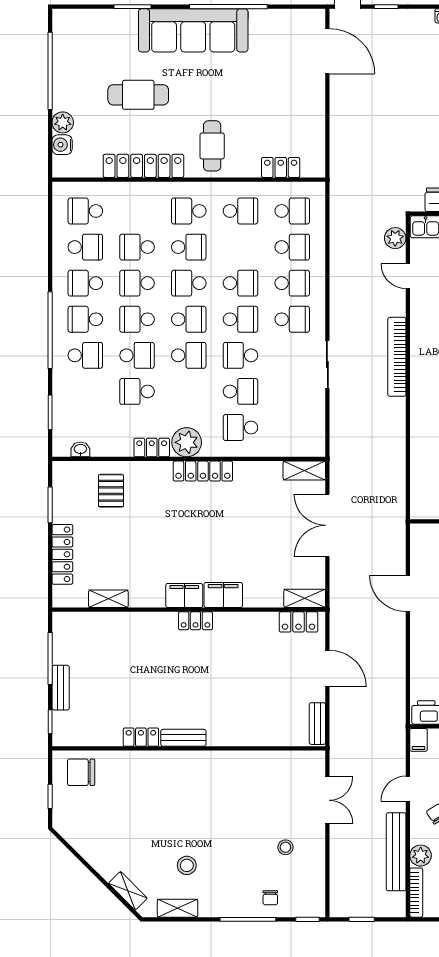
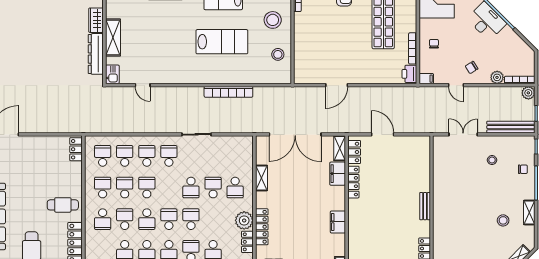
locker: (281, 167) -> (76, 149), moved
plant: (395, 238) -> (528, 93), moved
door: (408, 276) -> (143, 85), hinge flipped
school desk: (240, 319) -> (125, 188), moved
bookcase: (397, 357) -> (228, 92), moved
shelving: (304, 470) -> (261, 178), moved
locker: (203, 471) -> (262, 227), moved
double door: (327, 525) -> (295, 134), width x1.36
filing cabinet: (223, 595) -> (338, 174), moved
locker: (195, 621) -> (353, 182), moved, width x1.53
door: (327, 669) -> (383, 134), hinge flipped
bench: (317, 724) -> (416, 140), removed
bench: (183, 738) -> (425, 206), moved
bench: (396, 852) -> (511, 127), moved
shelving: (177, 908) -> (529, 212), moved

